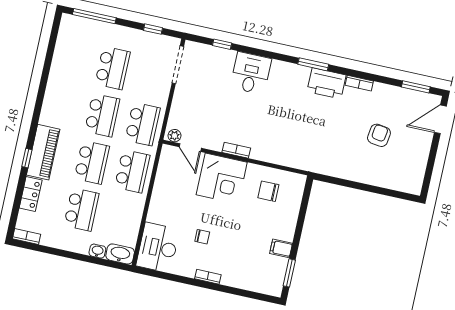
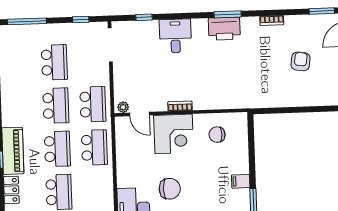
printer: (327, 83) -> (224, 29), moved
chair: (202, 237) -> (170, 189), width x1.87, depth x1.87

